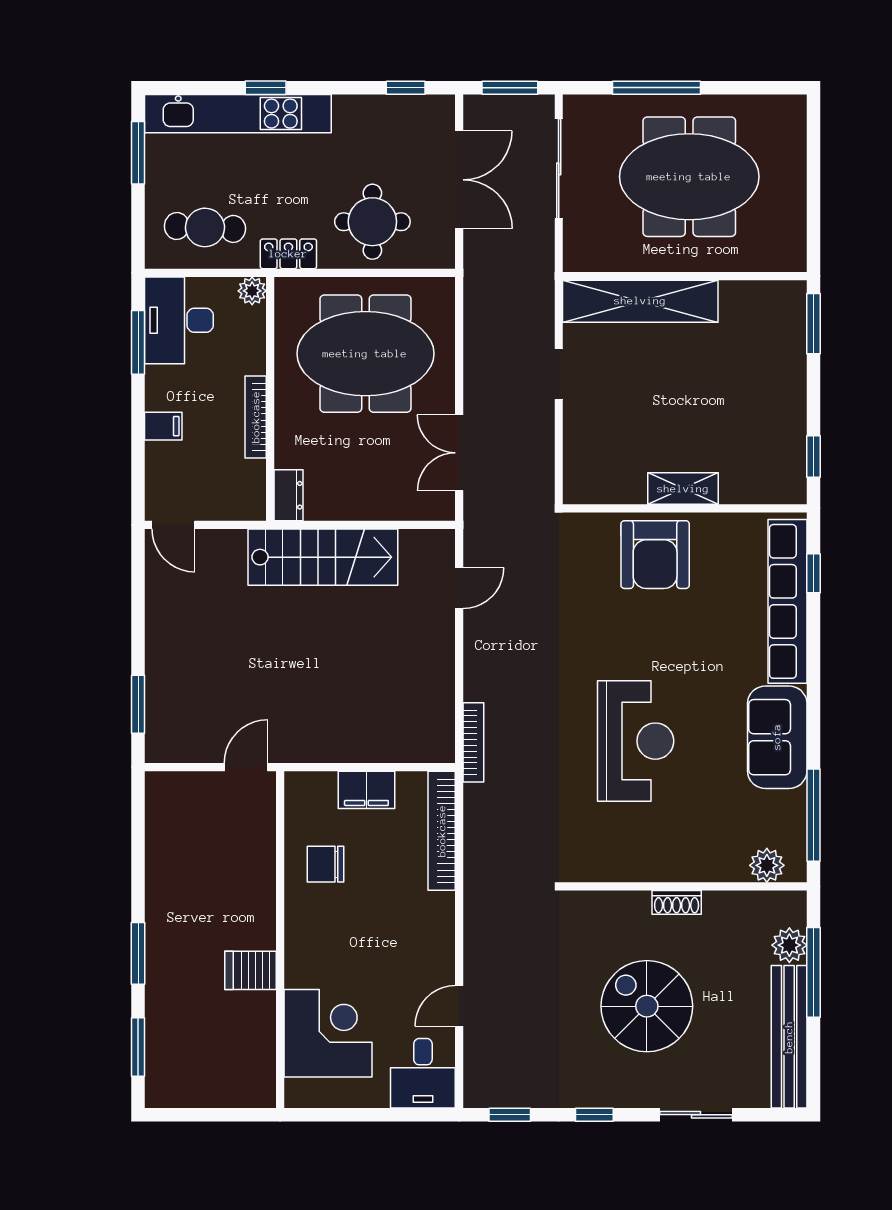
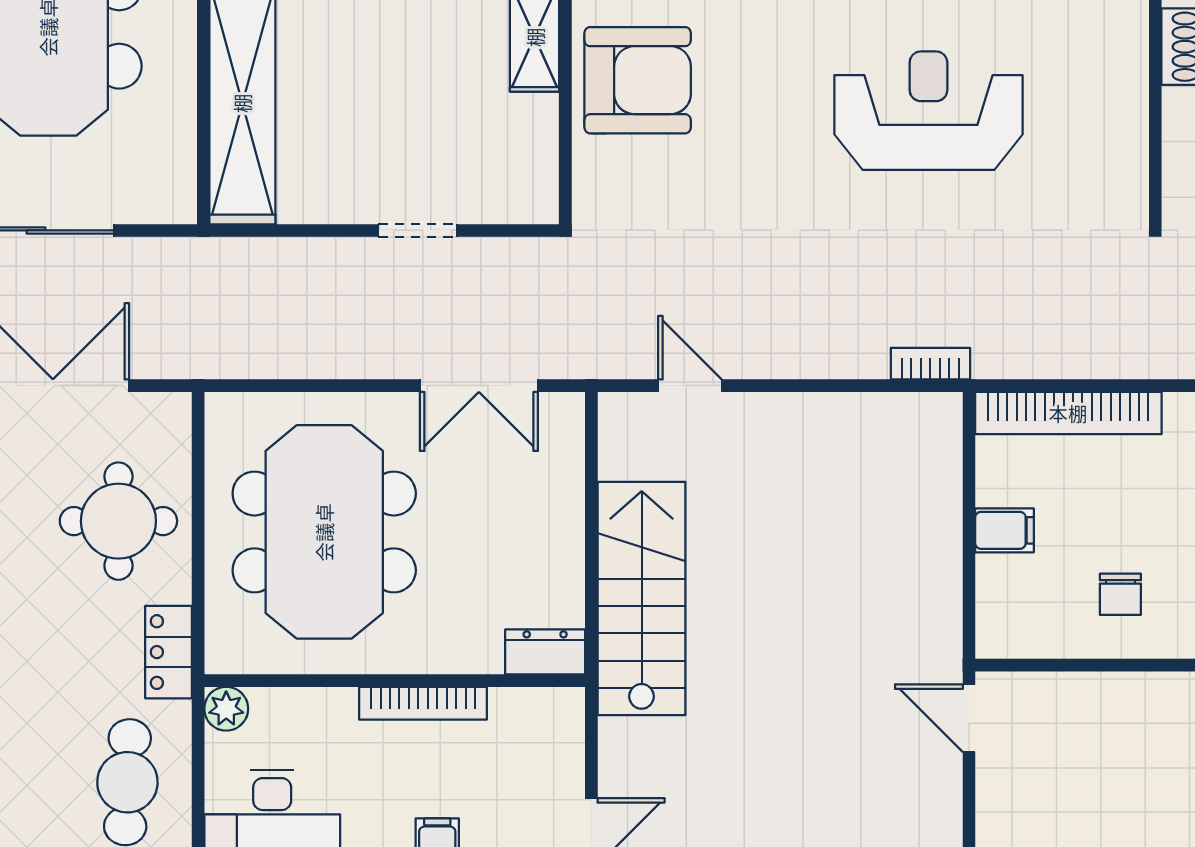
doorway: (559, 374) -> (418, 230), moved
bookcase: (473, 742) -> (930, 364), width x0.64
filing cabinet: (366, 790) -> (1004, 530), width x0.50
chair: (326, 864) -> (1120, 594), width x0.73, depth x0.73

